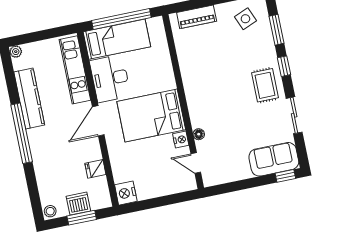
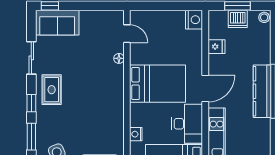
kitchen counter: (29, 98) -> (262, 91), moved
nightstand: (181, 140) -> (136, 134), moved

